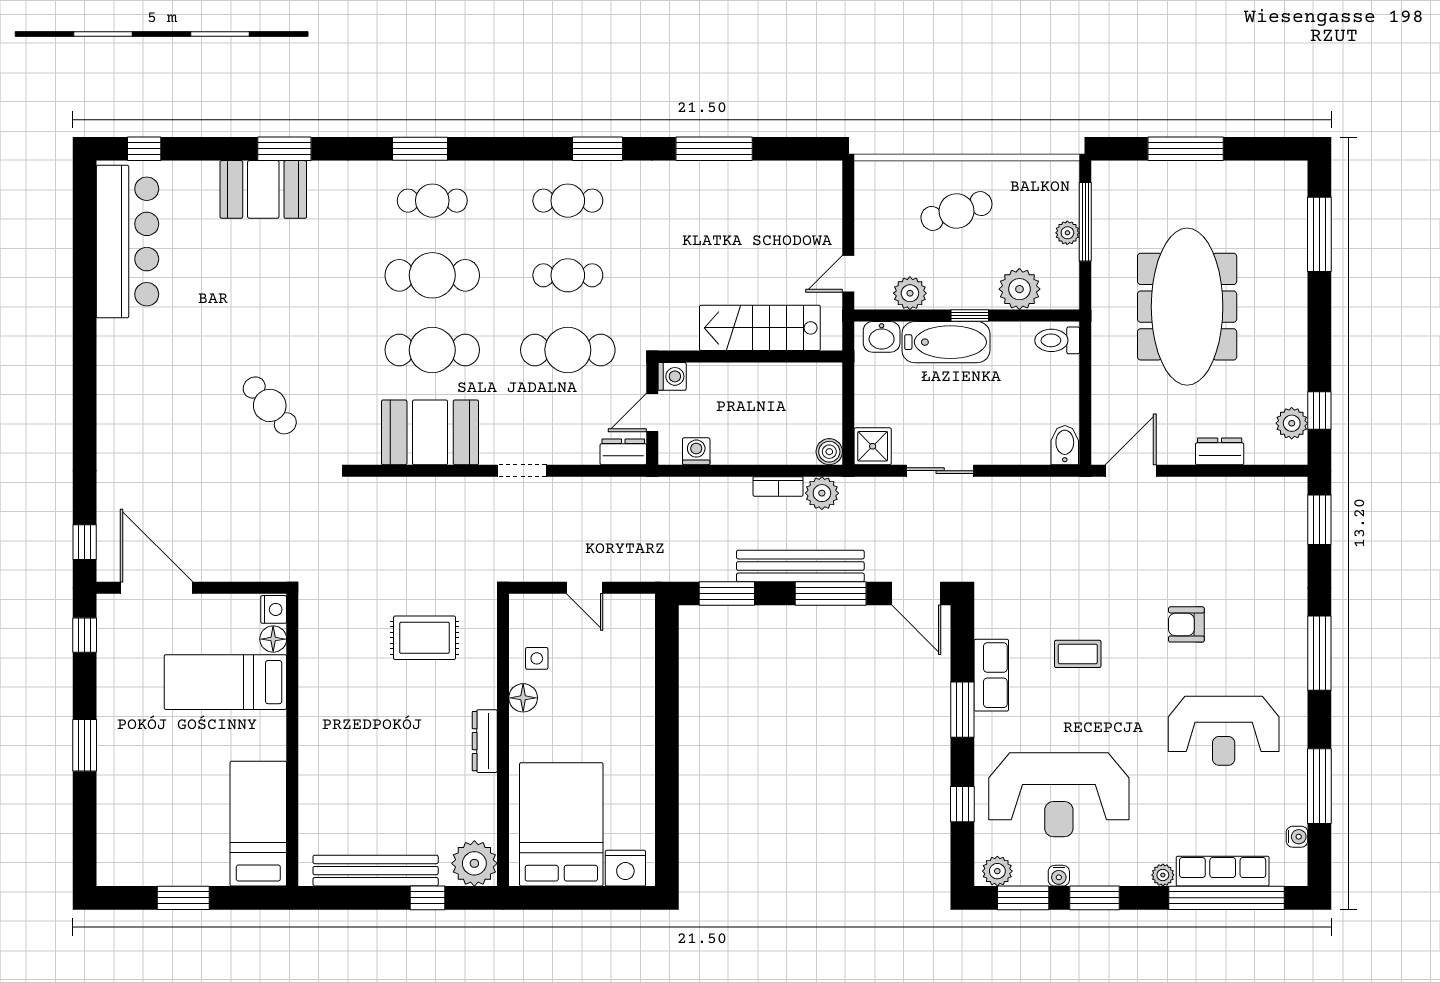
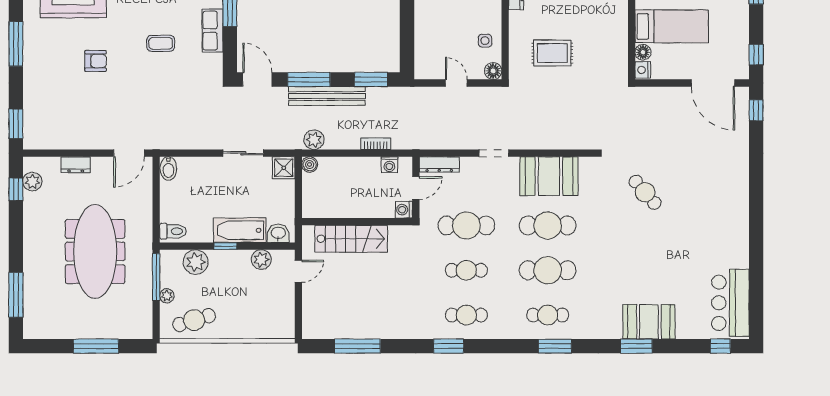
window: (714, 149) -> (357, 346), moved
cafe table: (956, 211) -> (194, 320), moved
window: (1085, 222) -> (156, 277), moved
bar counter: (127, 241) -> (730, 303), width x0.73
dresser: (623, 452) -> (439, 164), width x1.44
bookcase: (778, 486) -> (376, 144), moved
floor lamp: (523, 698) -> (493, 71), moved

